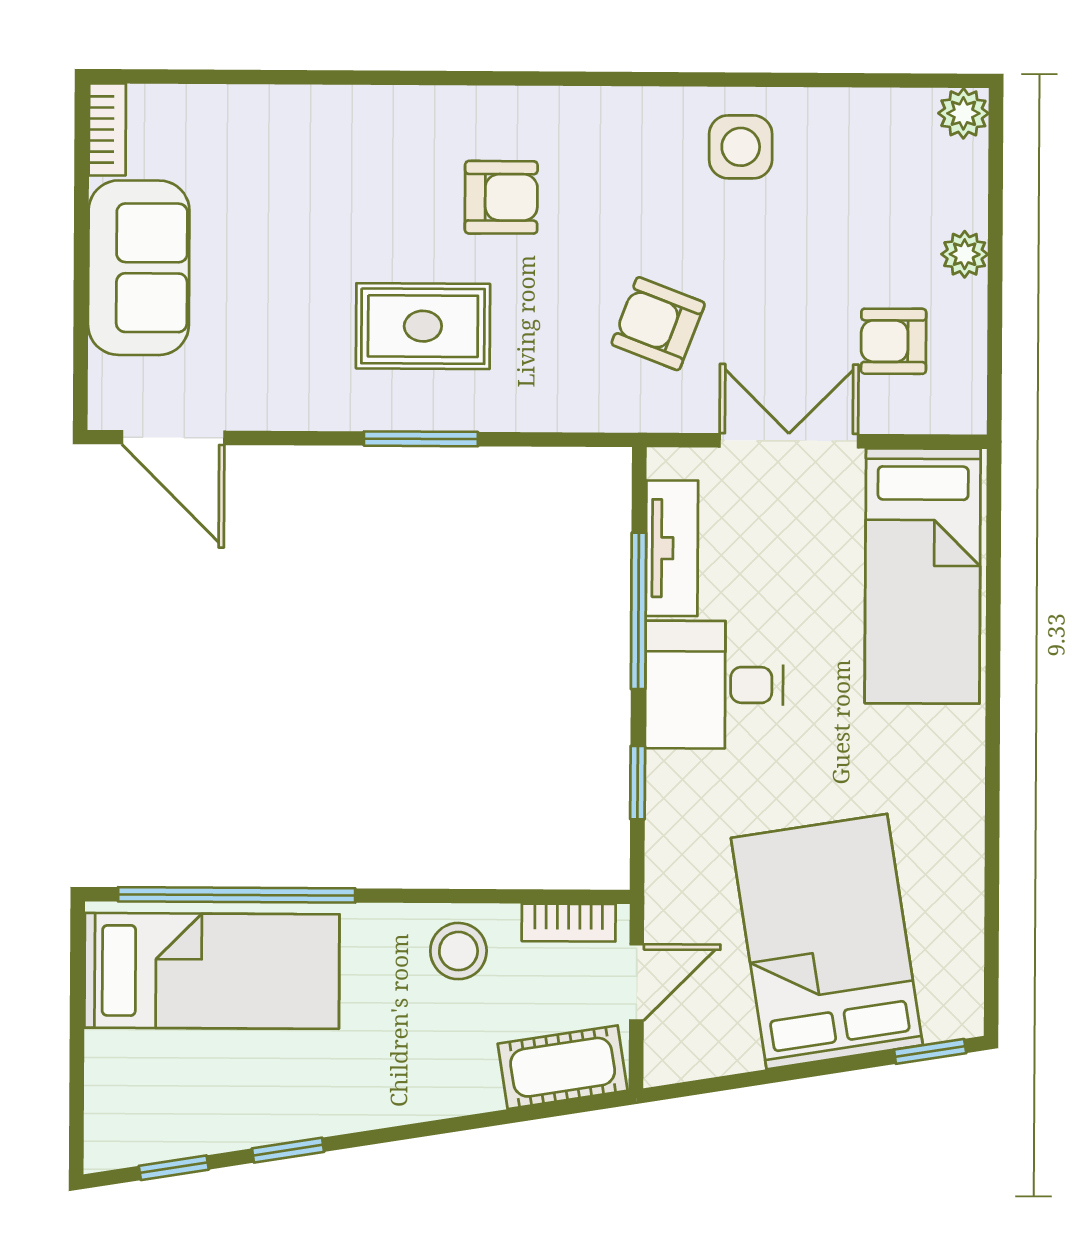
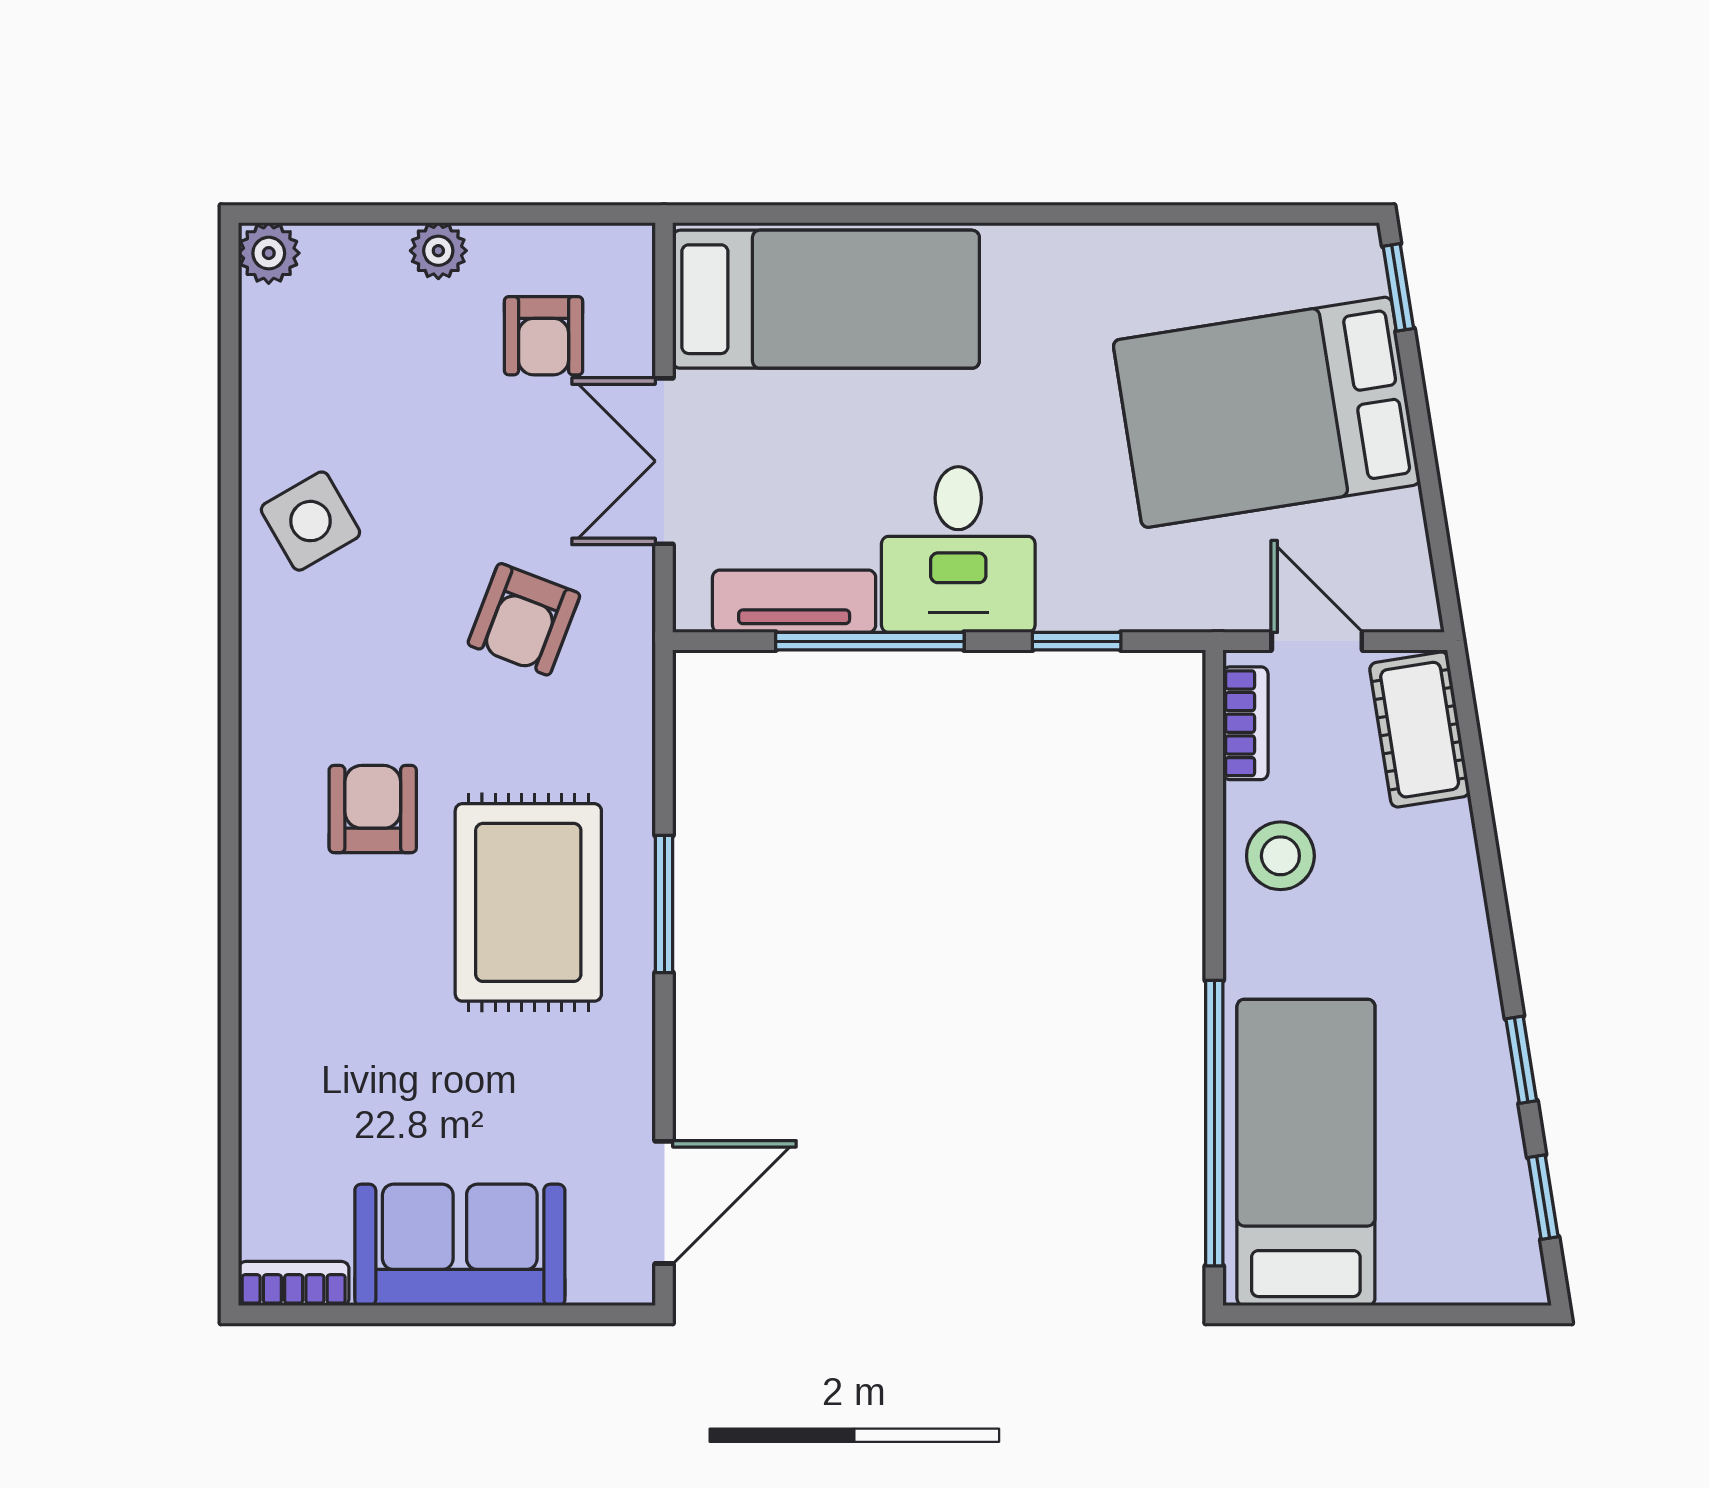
side table: (741, 147) -> (310, 521), turned -30
rug: (423, 326) -> (528, 902), width x1.36, depth x1.43

